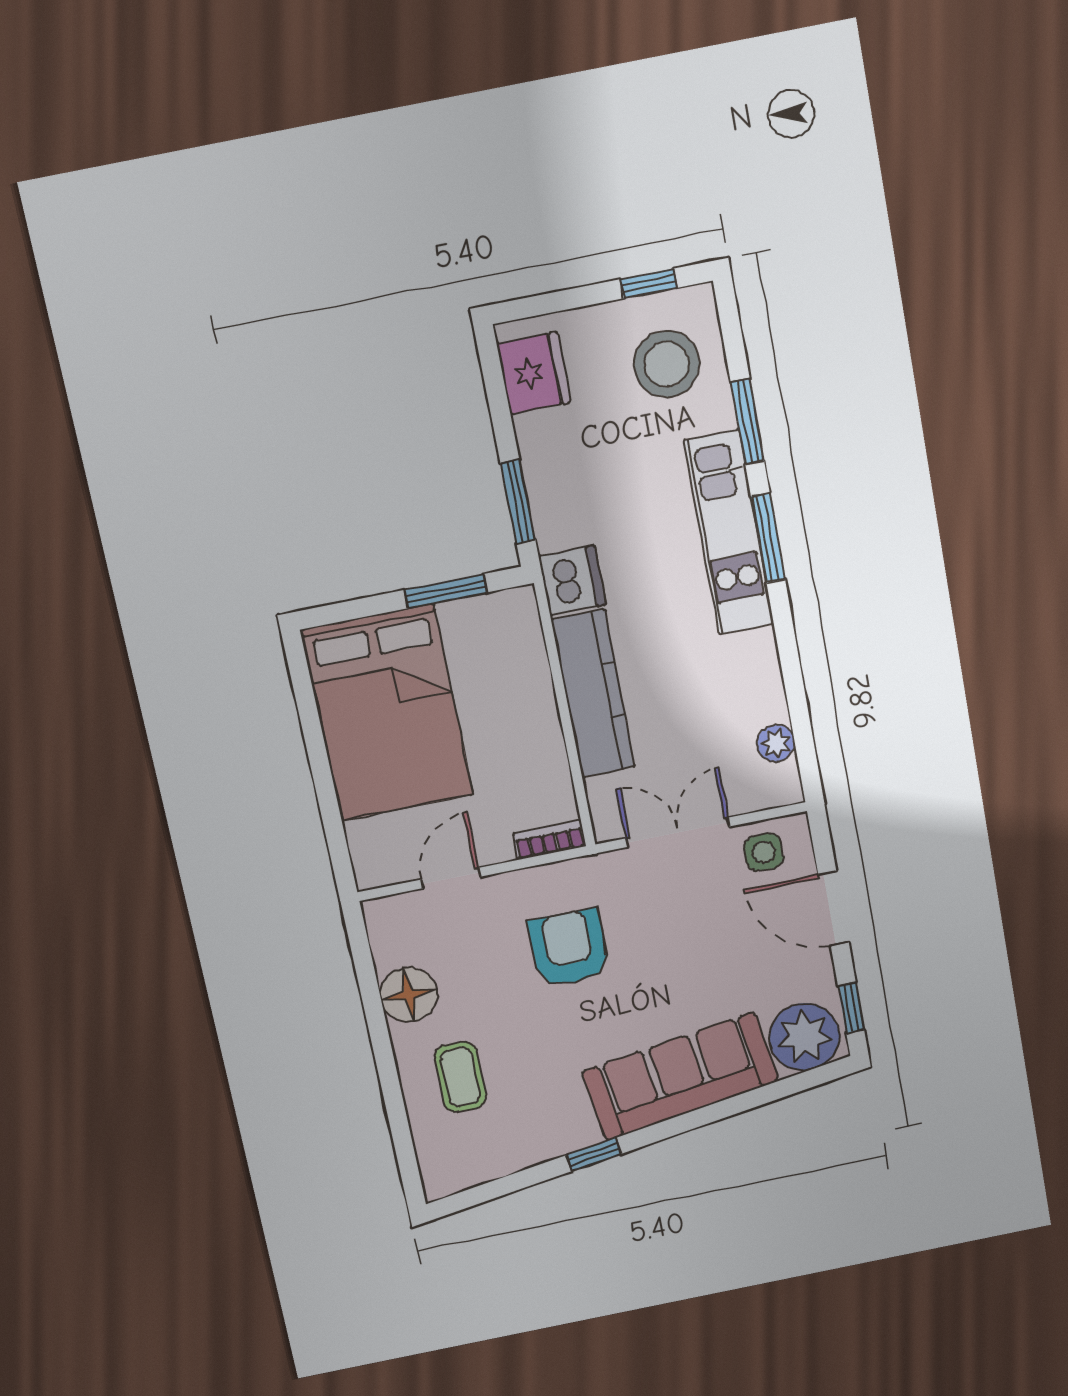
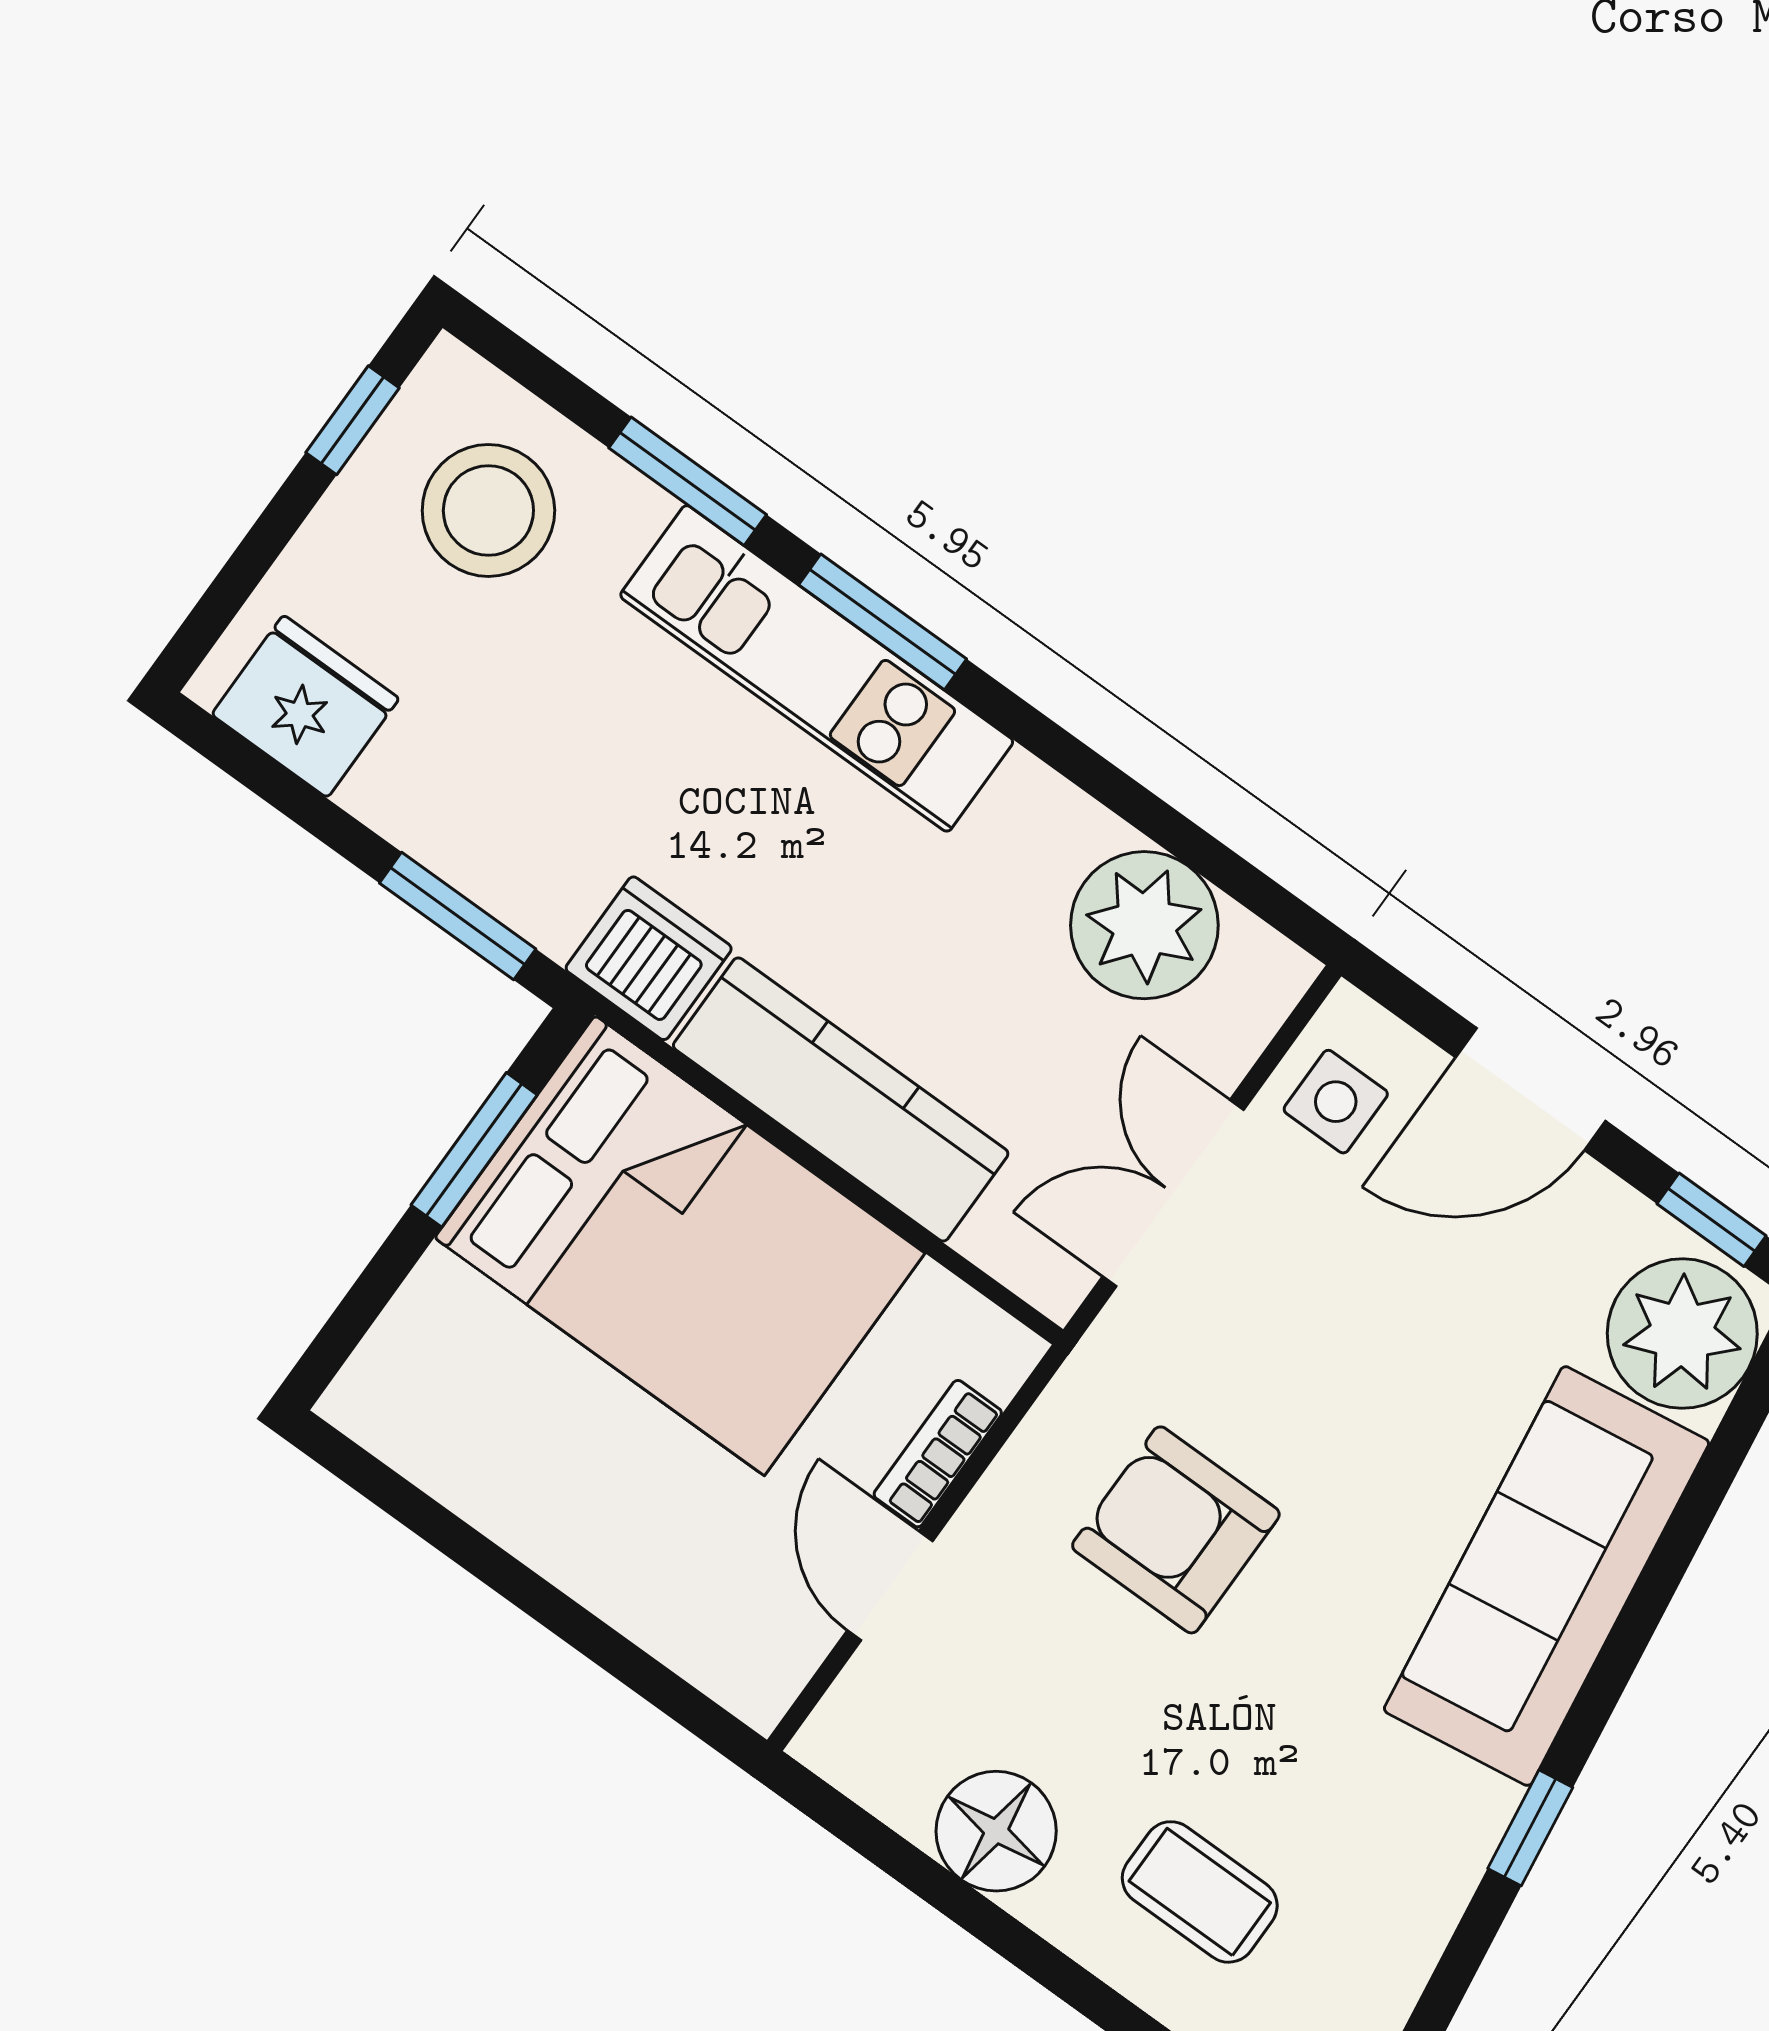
bed: (388, 713) -> (680, 1246), moved
plant: (776, 743) -> (1144, 925), width x1.88, depth x1.88
bookcase: (550, 840) -> (938, 1454), moved

